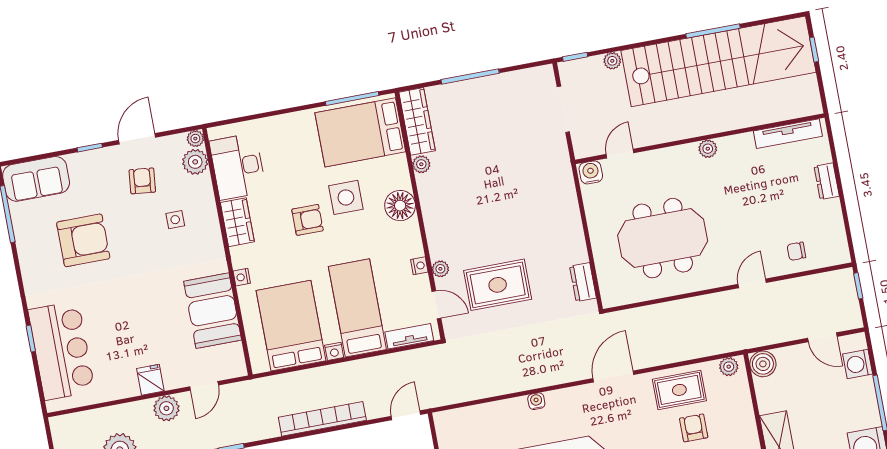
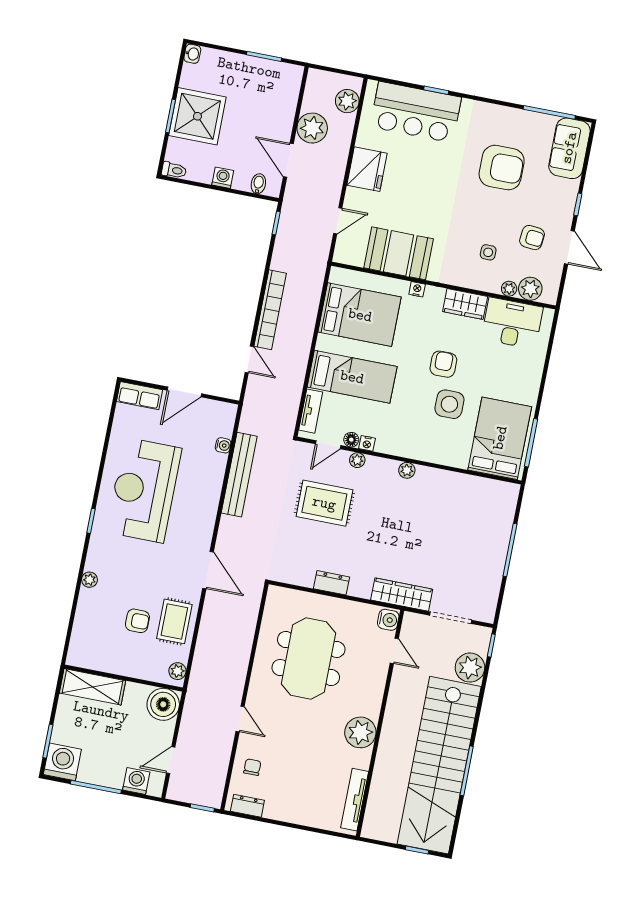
plant: (612, 61) -> (470, 668), width x1.87, depth x1.87
wardrobe: (417, 121) -> (402, 595), moved, turned 180
plant: (195, 139) -> (509, 289), moved
plant: (708, 149) -> (360, 732), width x1.87, depth x1.87
plant: (421, 164) -> (407, 470), moved
dresser: (827, 181) -> (247, 806), moved
floor lamp: (400, 206) -> (351, 440), moved, width x0.53, depth x0.53
armchair: (307, 220) -> (443, 364), turned 180
armchair: (83, 240) -> (502, 168), turned -90
dresser: (583, 282) -> (331, 583), moved
rug: (498, 285) -> (324, 503), turned 90
nightstand: (334, 351) -> (323, 342), removed
boiler: (763, 364) -> (163, 704), width x1.37, depth x1.37
fridge: (150, 380) -> (367, 169), width x1.88, depth x1.34
bench: (503, 383) -> (239, 475), added
door: (204, 386) -> (338, 221), swing flipped
water cooler: (536, 401) -> (223, 445), moved
plant: (166, 408) -> (347, 101), moved
door: (406, 415) -> (249, 359), moved

